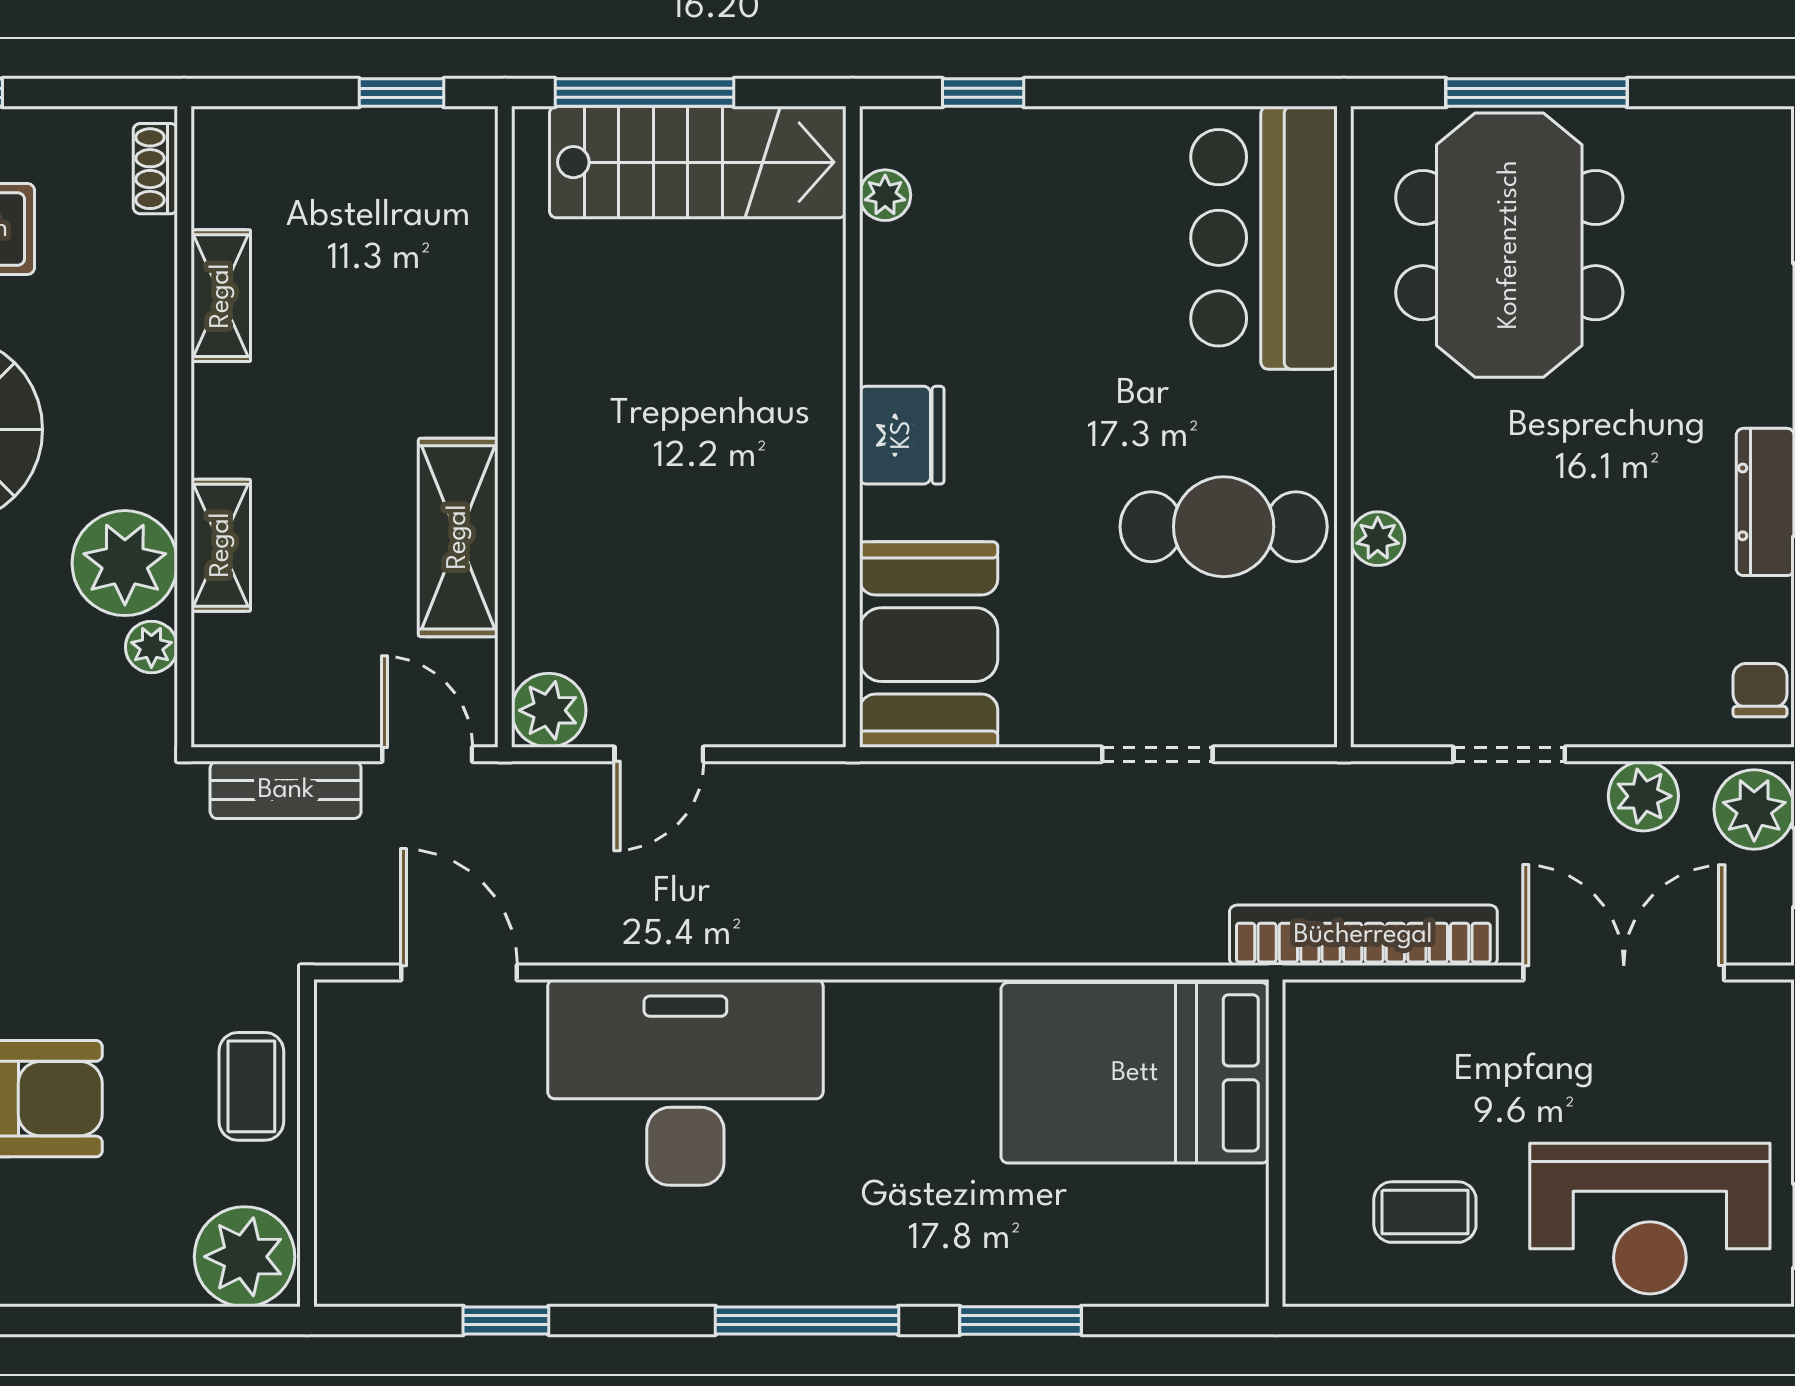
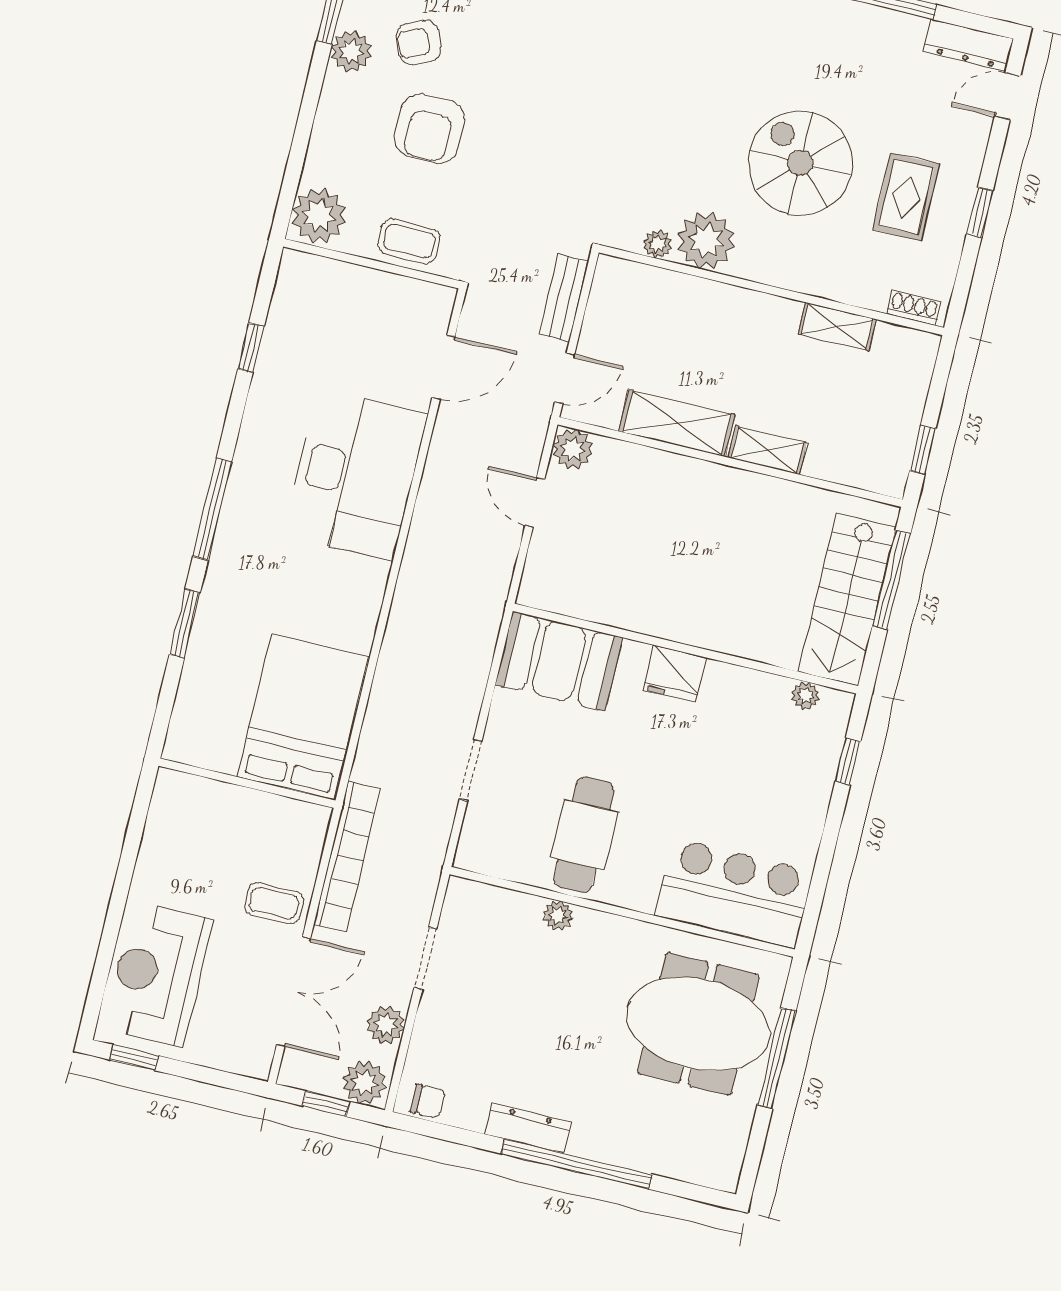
shelving: (221, 545) -> (767, 450), moved
coffee table: (1425, 1212) -> (274, 903), moved, turned 90

